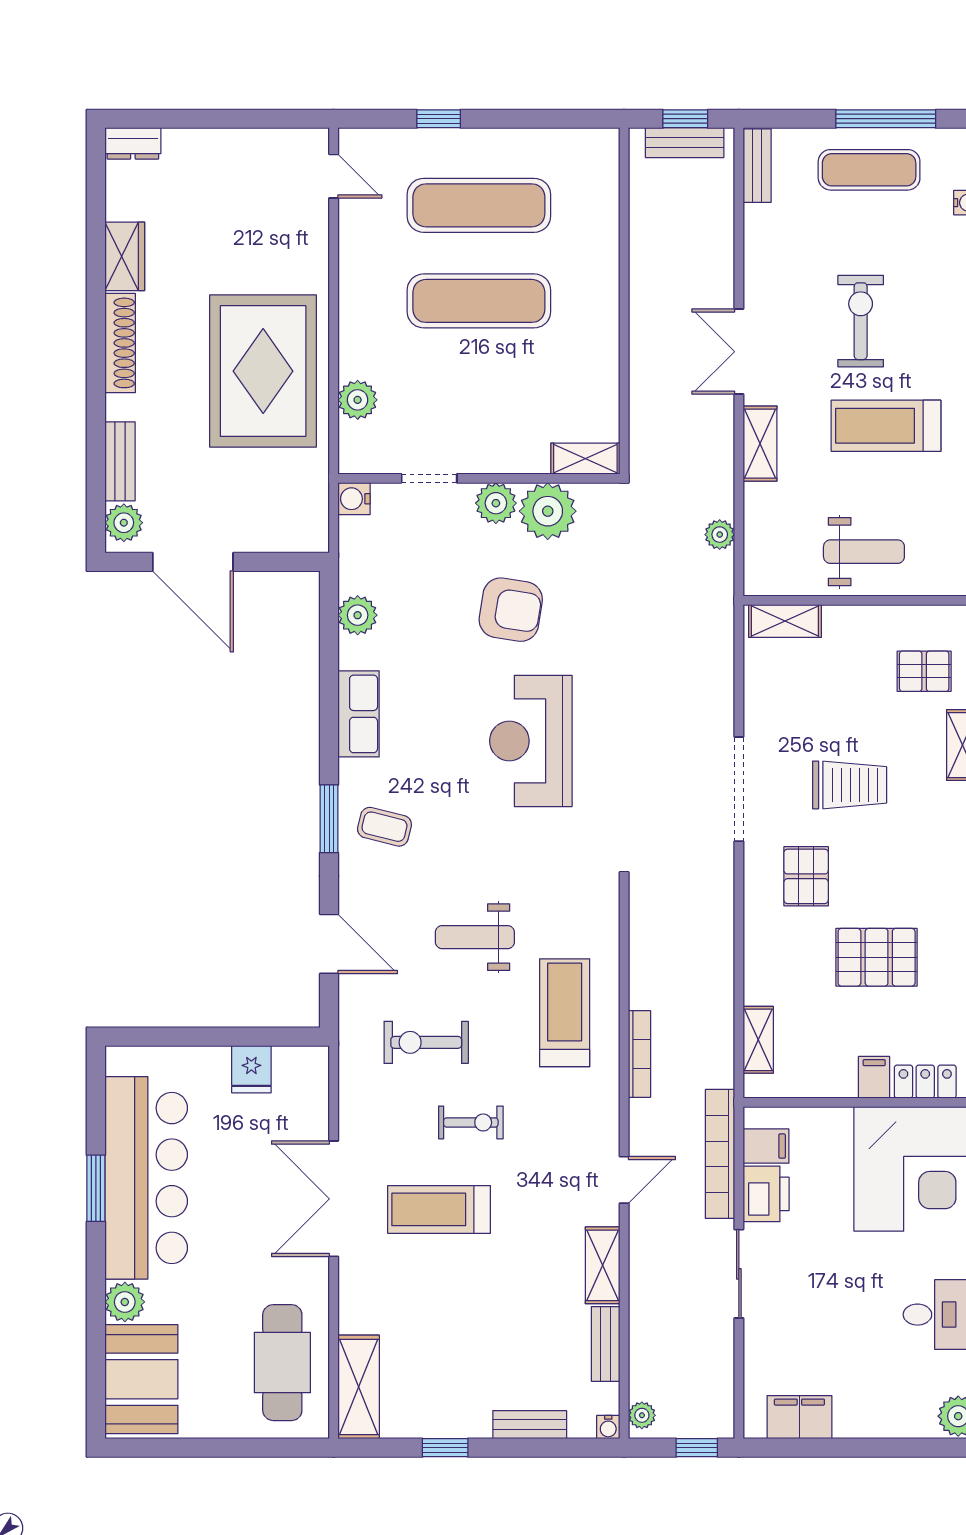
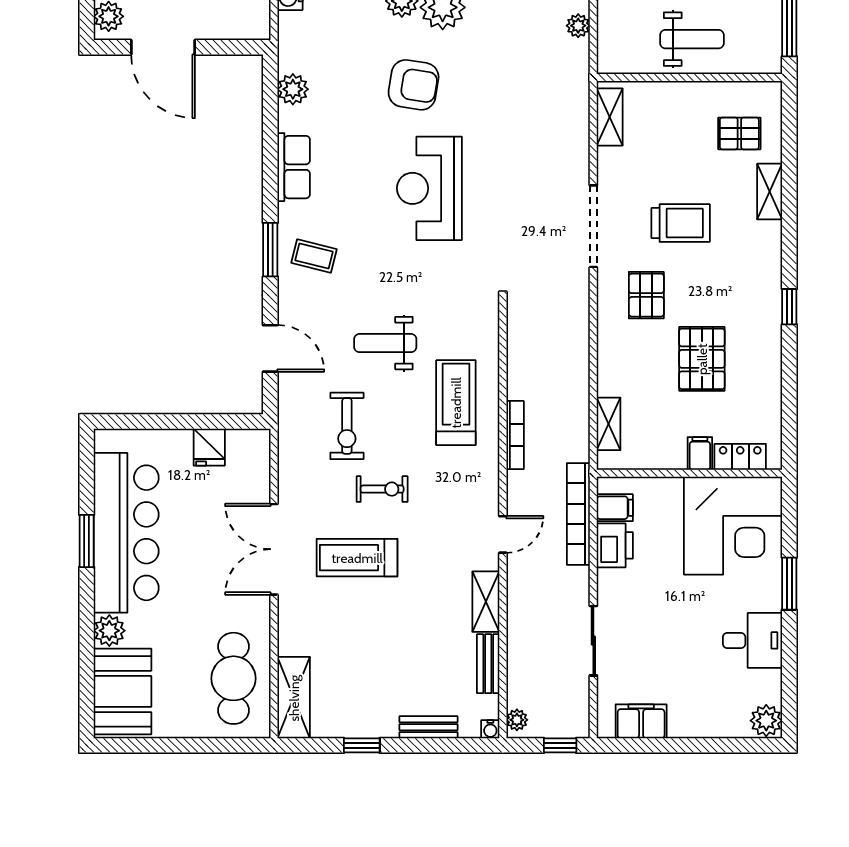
shelving: (785, 621) -> (610, 117), moved, turned 90
pallet: (877, 957) -> (702, 359), turned 90
exercise bike: (426, 1042) -> (347, 426), turned -90
sliding door: (739, 1274) -> (593, 641), moved

